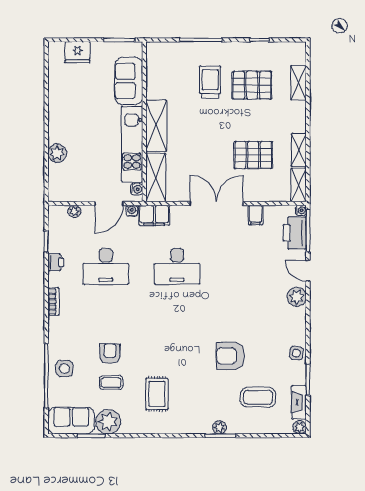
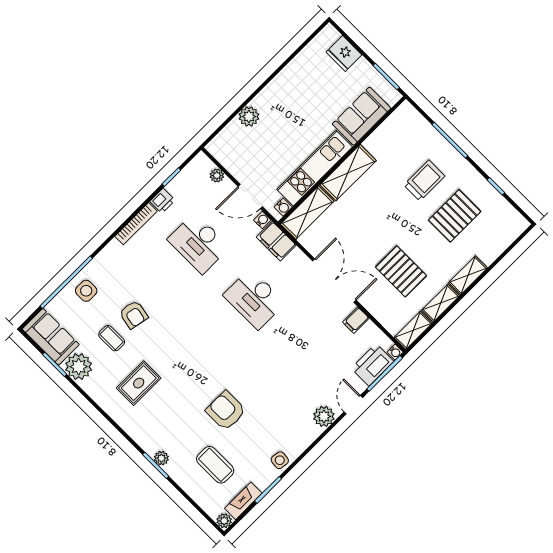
shelving: (298, 83) -> (468, 275), moved
pallet: (252, 85) -> (455, 216), turned 90
bookcase: (53, 302) -> (136, 224), width x1.56
armchair: (110, 353) -> (134, 315), turned 101

